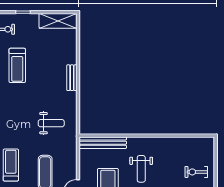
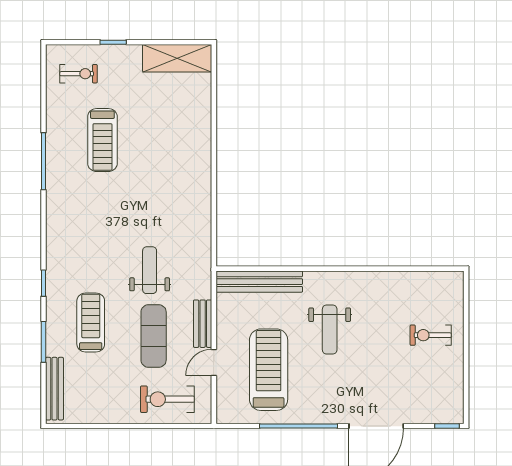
bench: (72, 78) -> (203, 324), moved
weight bench: (51, 123) -> (150, 270), moved, turned -90

